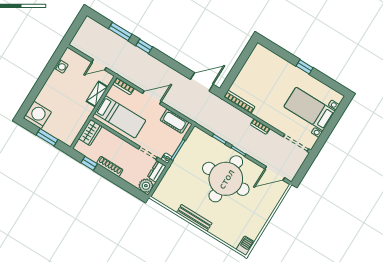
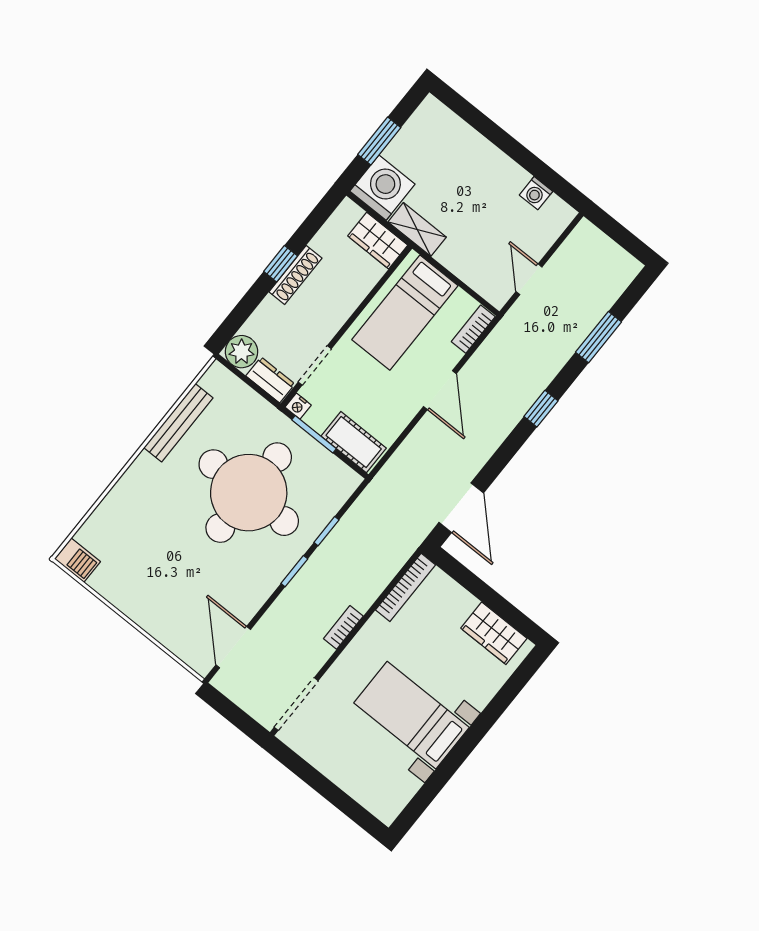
window: (144, 46) -> (541, 409), moved
wardrobe: (255, 61) -> (494, 633), added
window: (305, 67) -> (466, 745), removed
shelving: (97, 94) -> (417, 229), moved
bed with nightstands: (310, 109) -> (412, 715), moved, turned -90
washing machine: (38, 115) -> (382, 188), moved, turned -90
cot: (174, 121) -> (354, 442), moved, turned 90
window: (89, 163) -> (281, 264), moved
round table: (226, 179) -> (249, 493), moved
bench: (194, 218) -> (178, 423), moved

